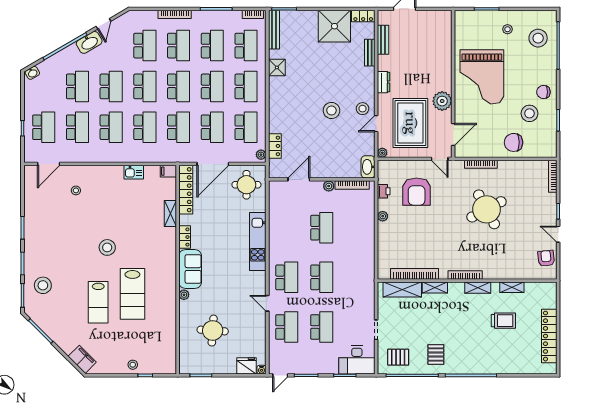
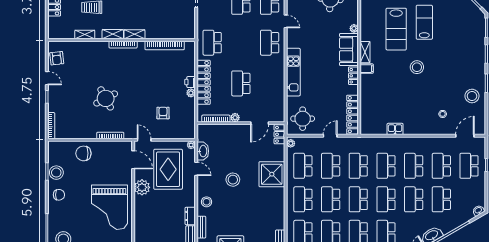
shower: (277, 67) -> (272, 174), moved, width x1.86, depth x1.86
grand piano: (482, 77) -> (109, 207), turned 180
dresser: (383, 82) -> (190, 216), moved
stool: (363, 109) -> (207, 202), moved
stool: (529, 113) -> (56, 173), moved
door: (376, 124) -> (196, 169), hinge flipped
door: (453, 135) -> (133, 160), swing flipped
chair: (514, 142) -> (83, 153), turned 180
locker: (275, 146) -> (279, 134), moved
door: (213, 164) -> (330, 136), width x0.53
washbasin: (368, 167) -> (203, 151), moved
filing cabinet: (168, 171) -> (367, 69), moved
printer: (384, 191) -> (190, 82), moved
armchair: (417, 192) -> (163, 113), width x0.53, depth x0.53
round table: (486, 209) -> (106, 98), width x0.73, depth x0.73
shelving: (170, 213) -> (365, 52), moved
locker: (367, 229) -> (204, 82), added
school desk: (322, 277) -> (212, 43), moved
stool: (43, 285) -> (472, 96), moved
shelving: (435, 287) -> (134, 34), moved
shelving: (402, 289) -> (175, 33), removed
lab bench: (132, 294) -> (396, 29), turned 180

